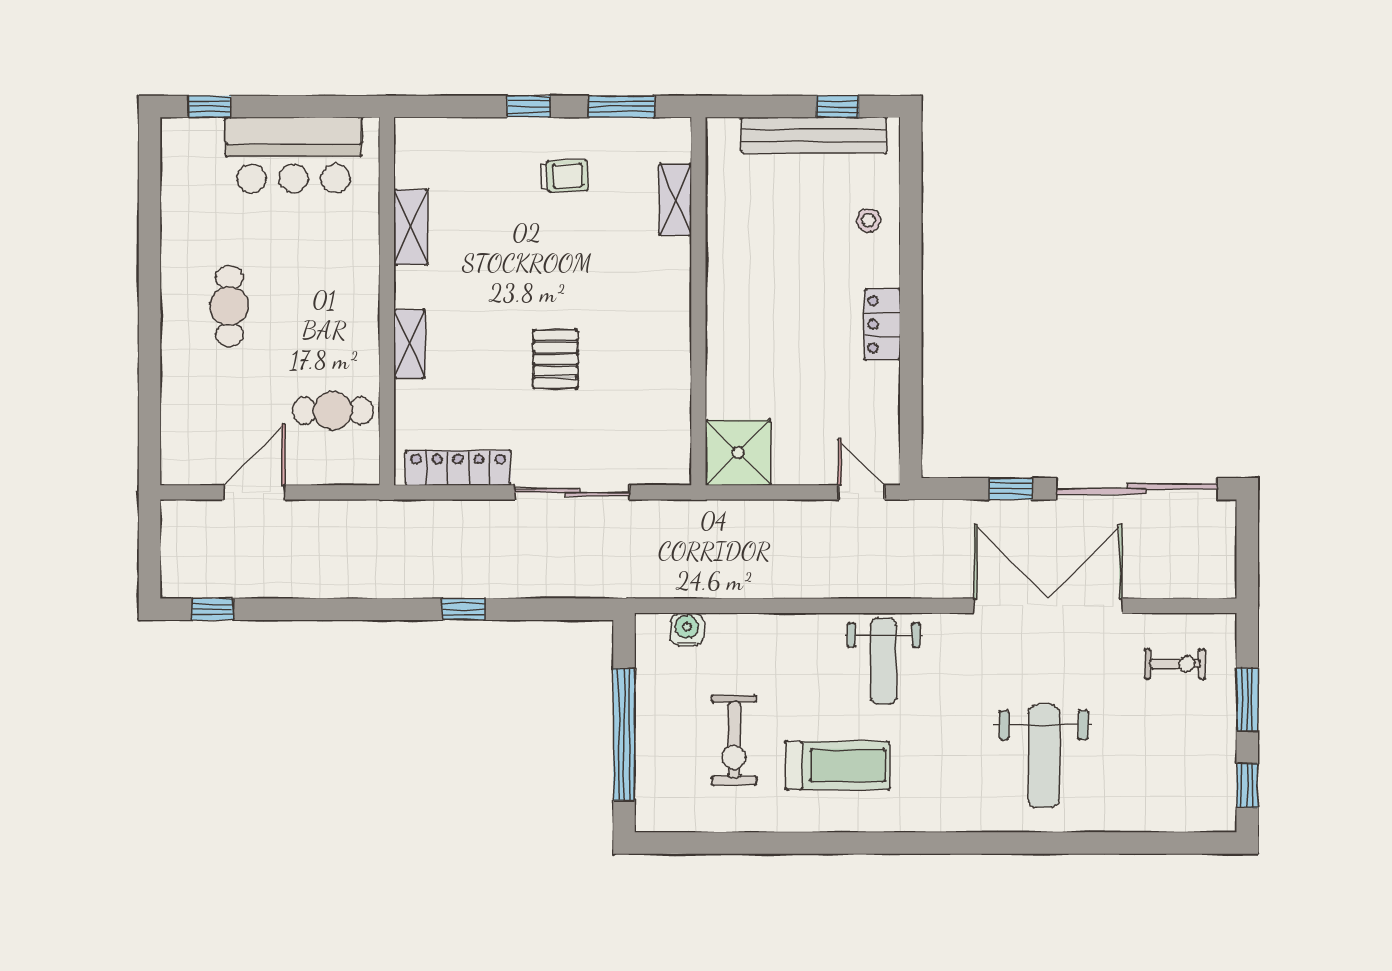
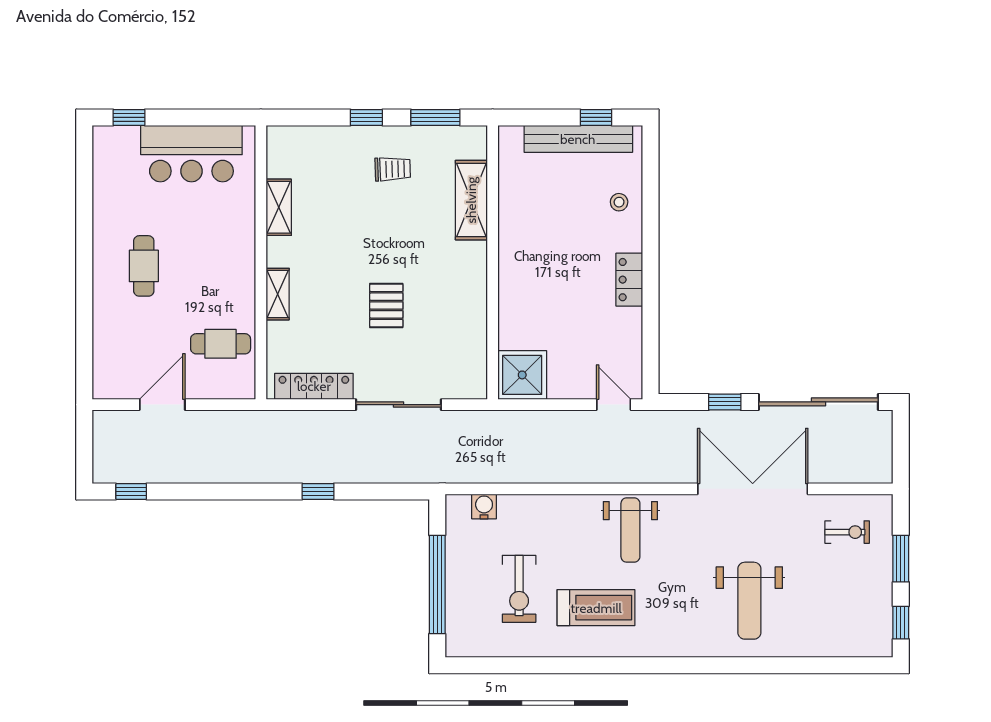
shelving: (675, 200) -> (471, 200), width x1.50, depth x1.33

